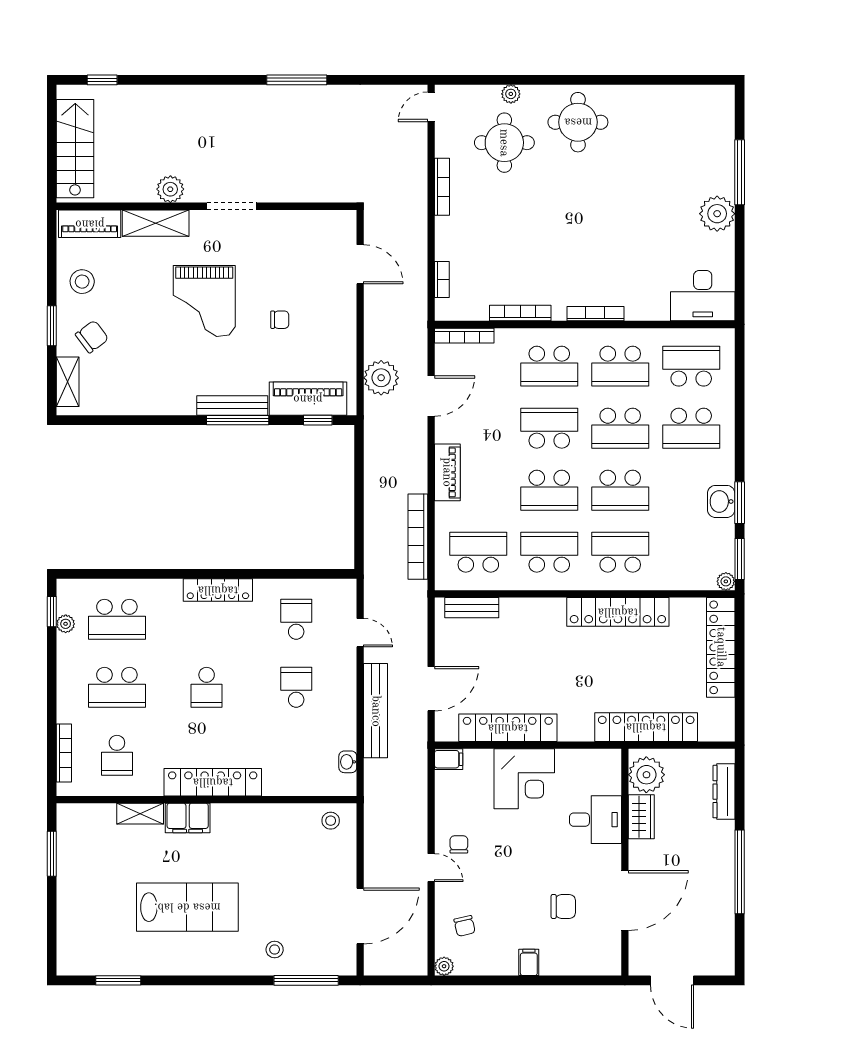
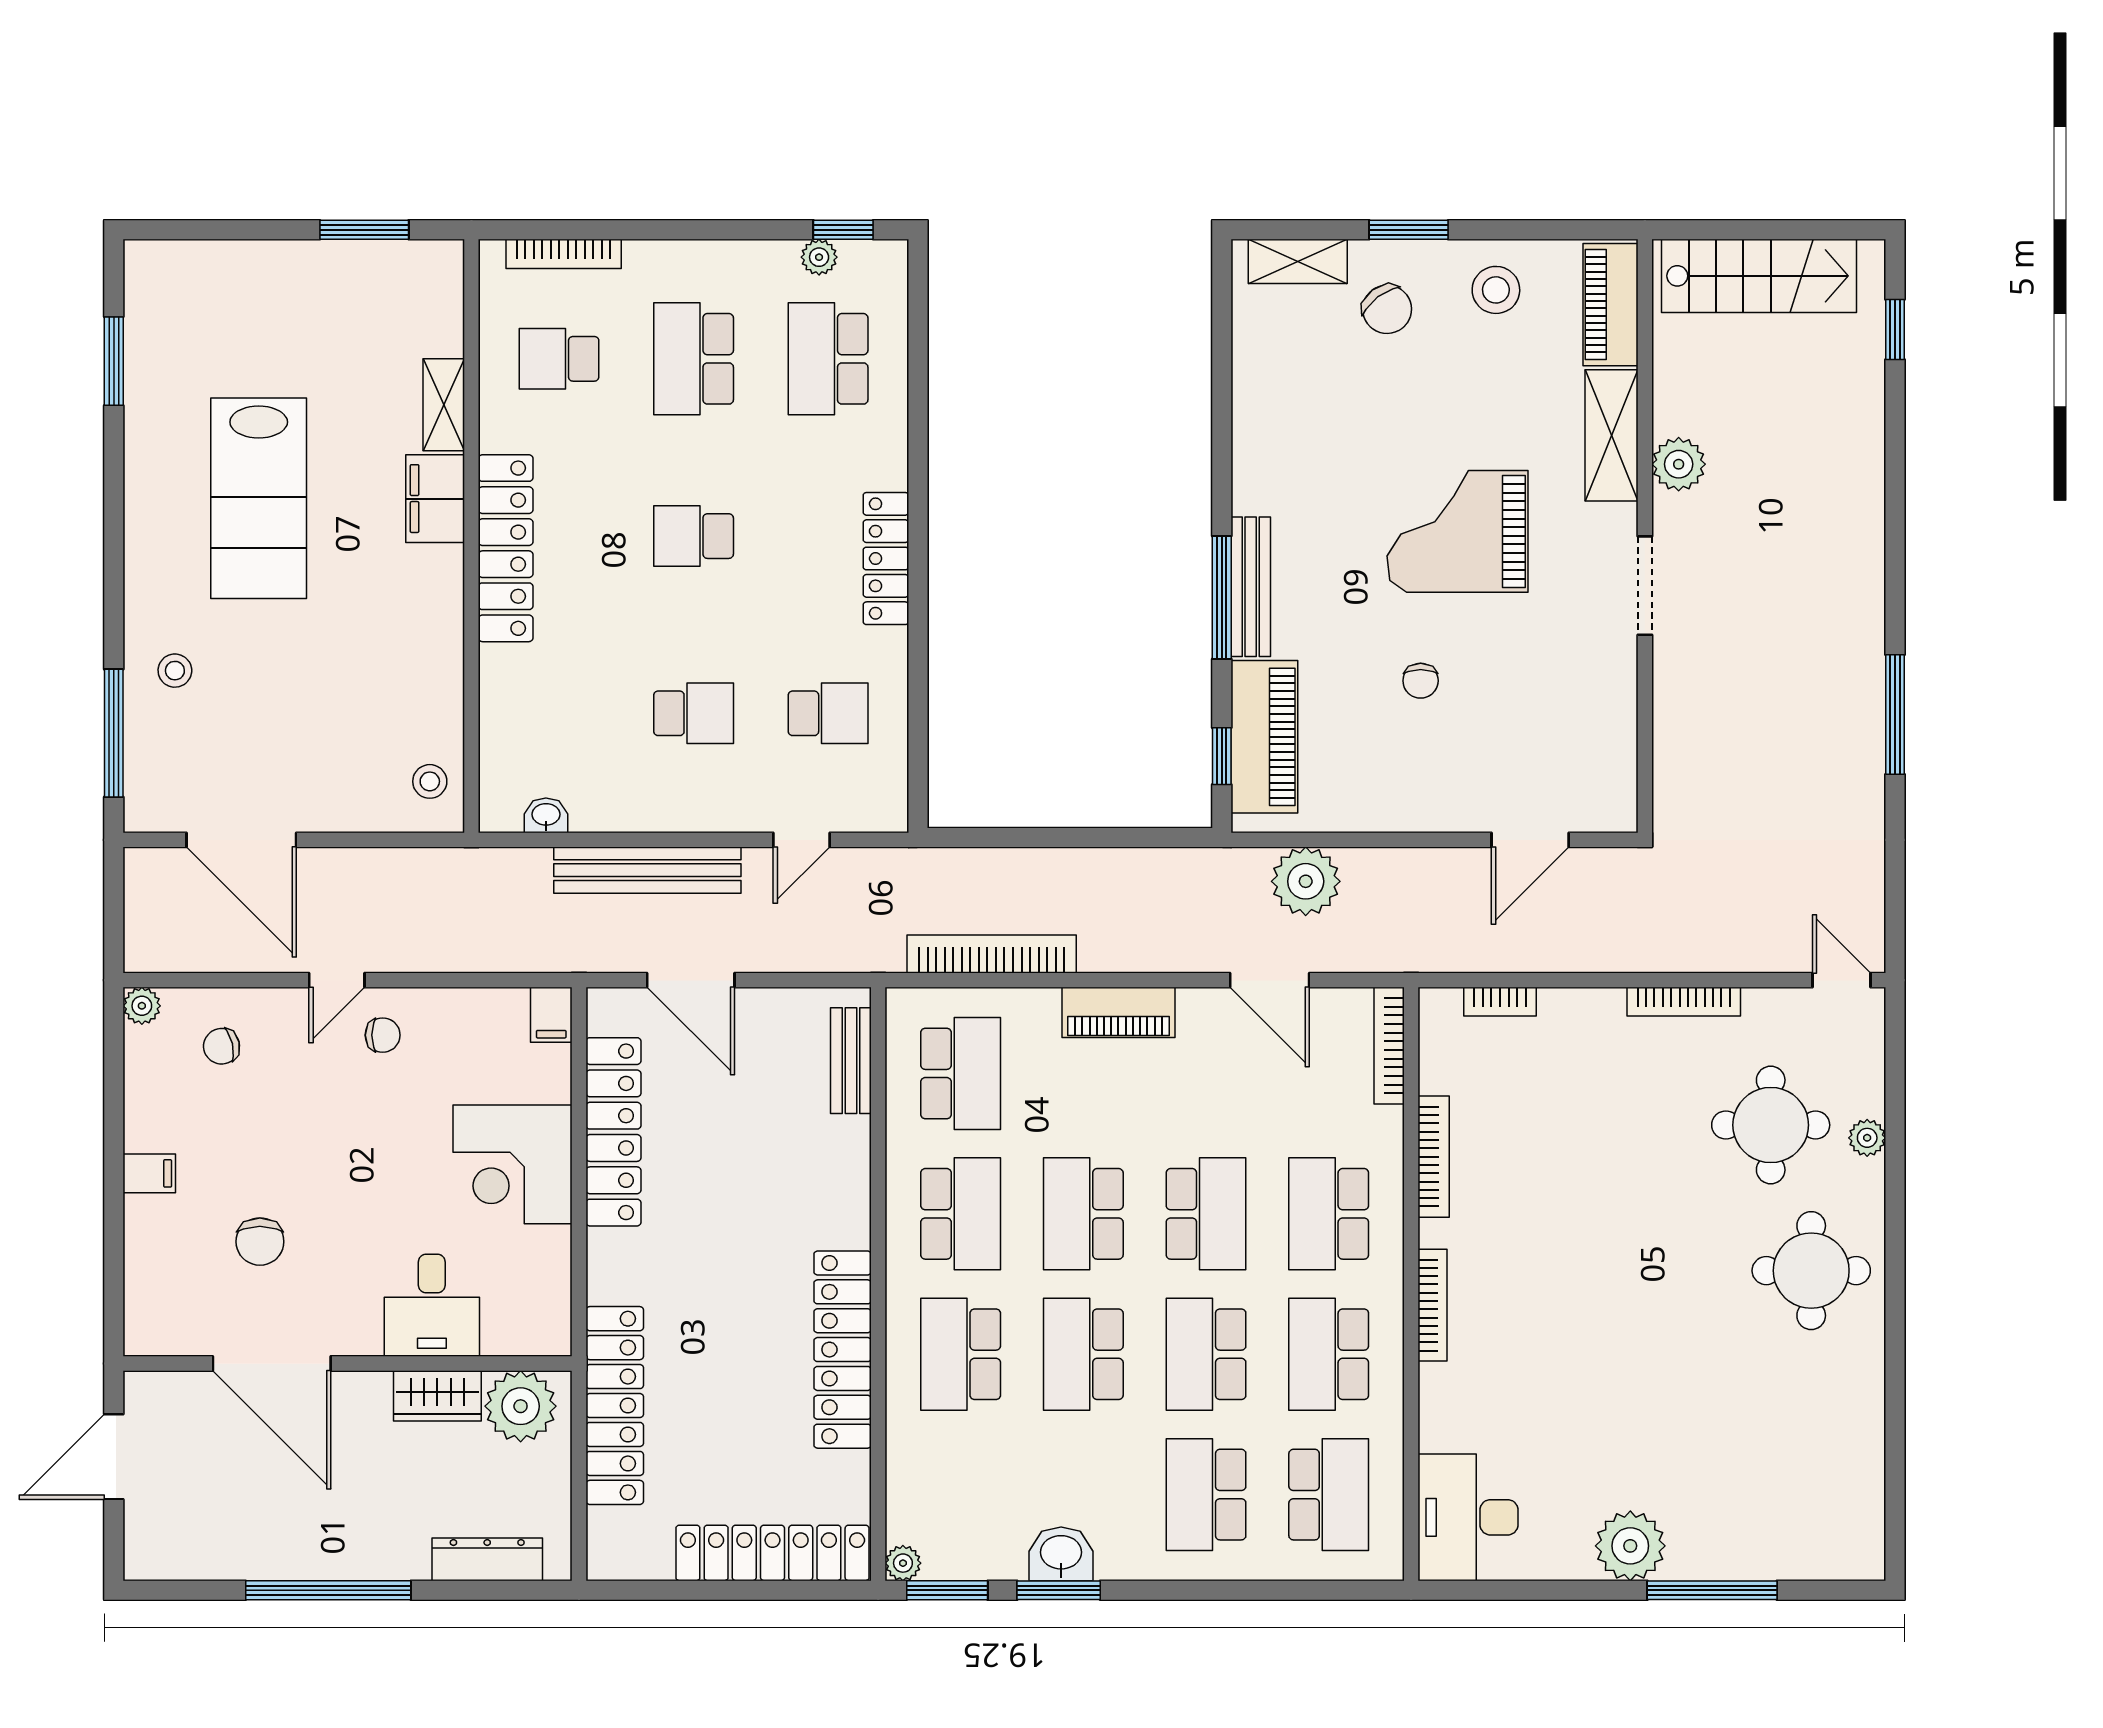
school desk: (620, 552) -> (961, 1354), turned 180

